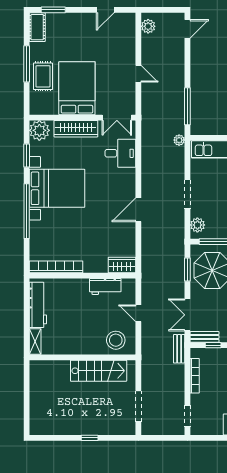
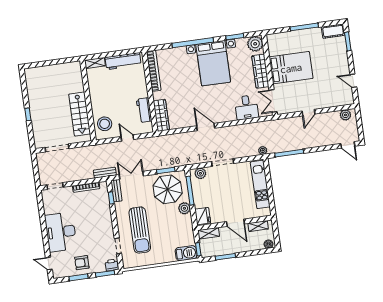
rug: (43, 76) -> (296, 41), removed
wardrobe: (122, 265) -> (161, 115), width x1.50
door: (138, 313) -> (127, 138), hinge flipped

